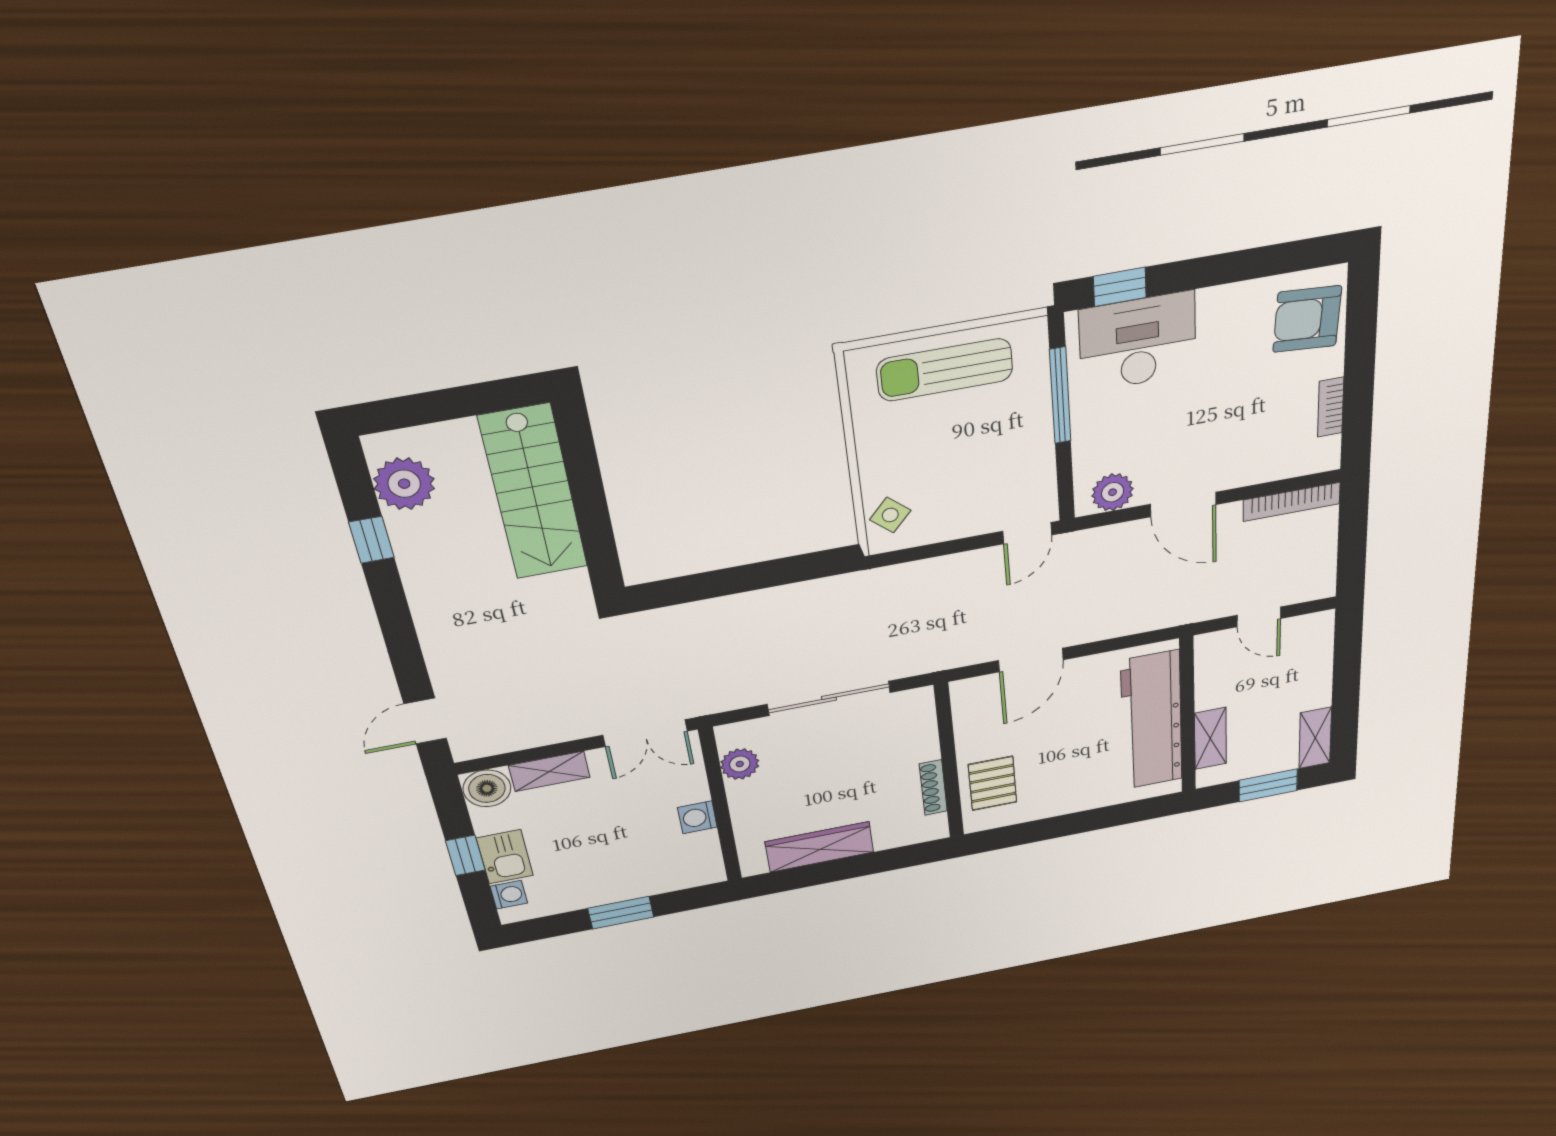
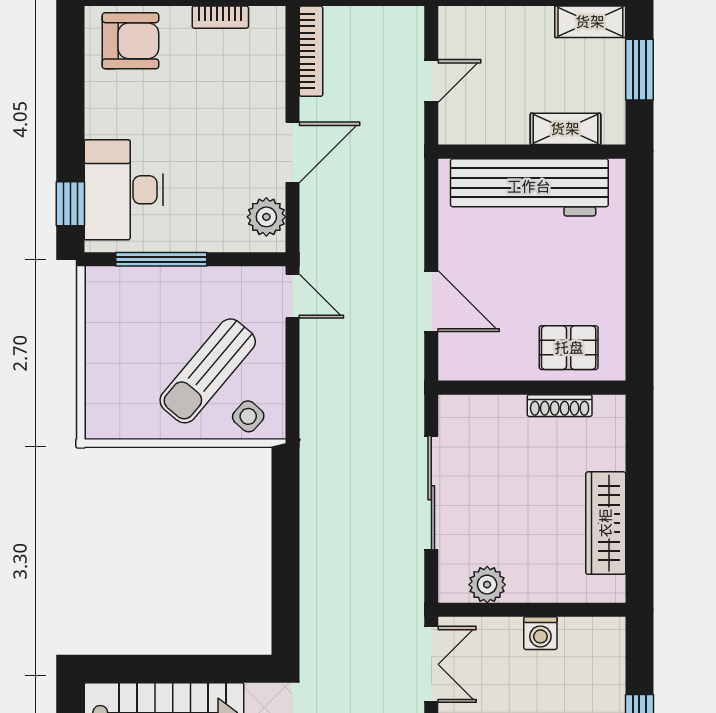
armchair: (1307, 319) -> (130, 41), turned -94
sun lounger: (945, 370) -> (208, 371), moved, turned 40

